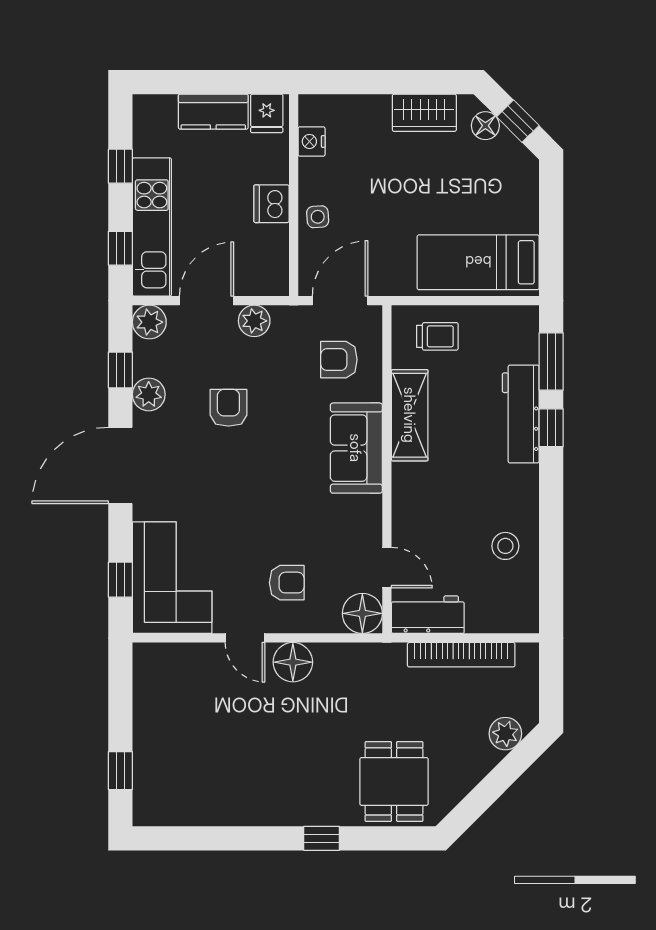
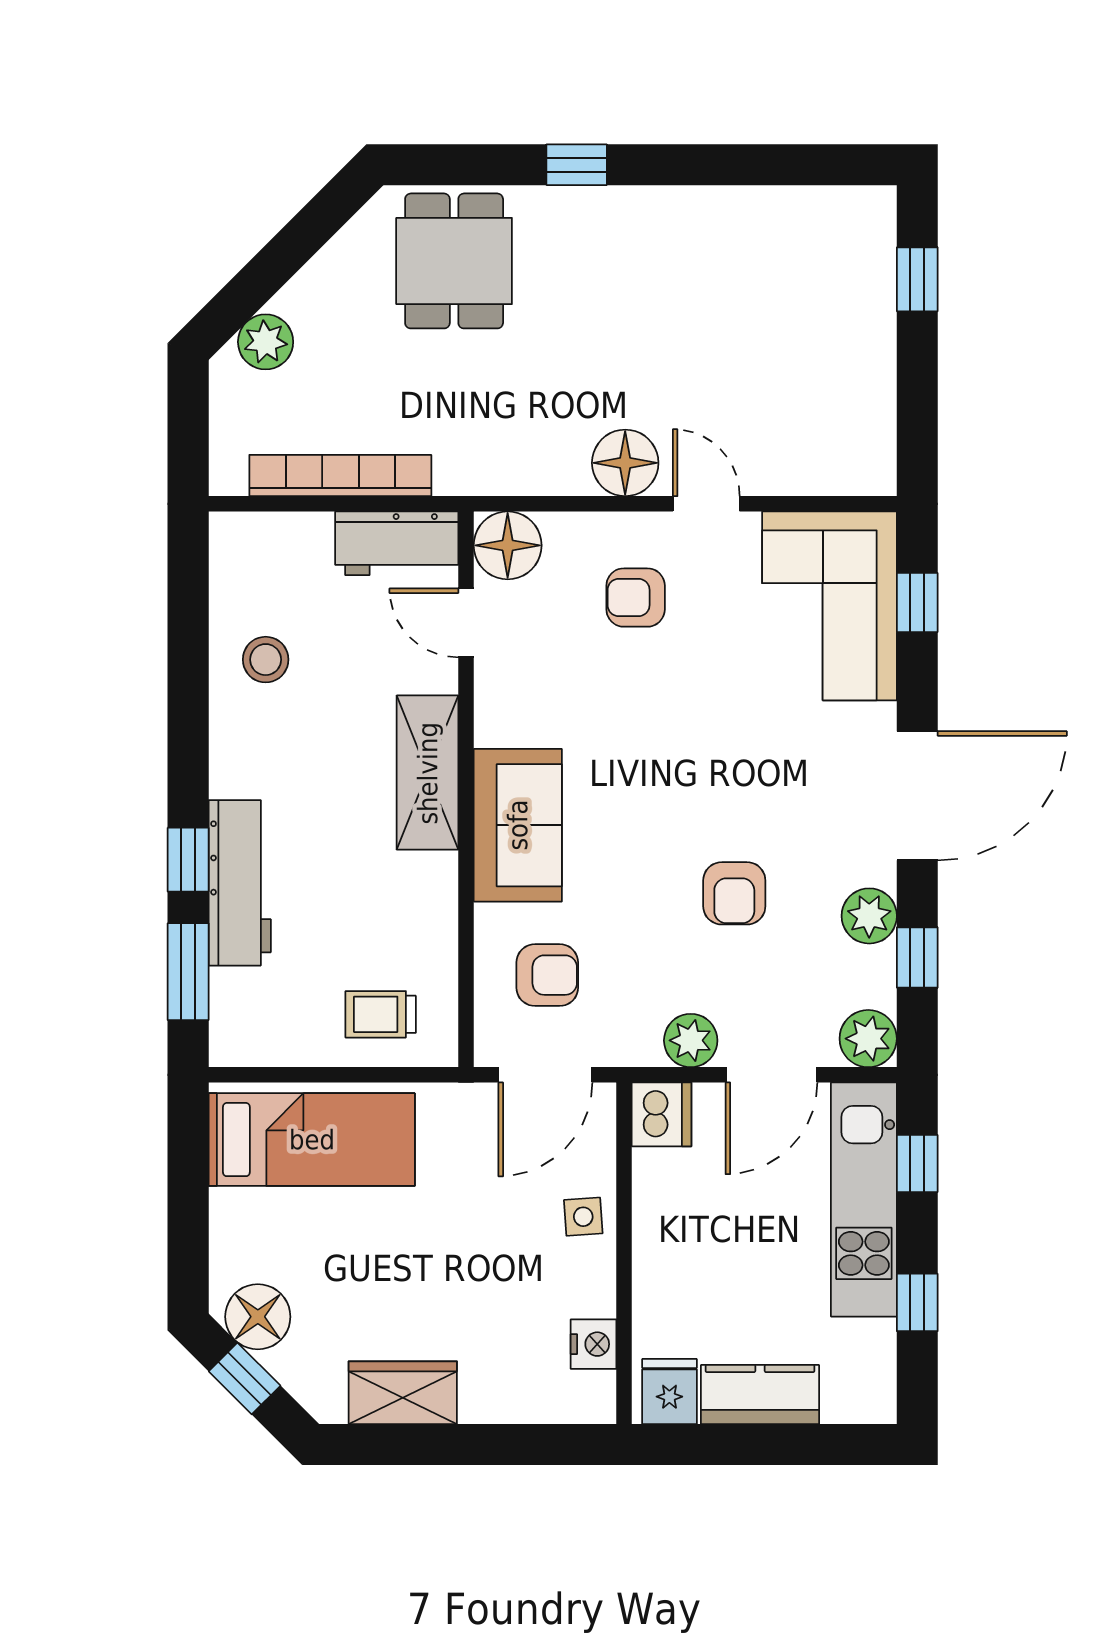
floor lamp: (485, 126) -> (258, 1317), moved, width x1.38, depth x1.38
dishwasher: (271, 204) -> (662, 1114), moved
shelving: (410, 415) -> (428, 773), moved

